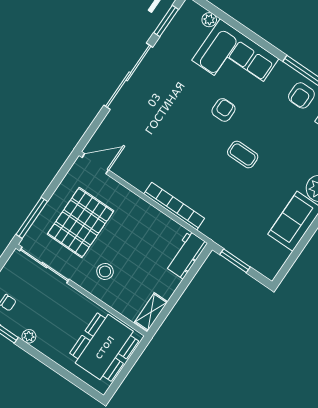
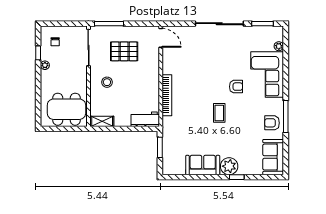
pallet: (81, 223) -> (124, 51), width x0.73, depth x0.71

